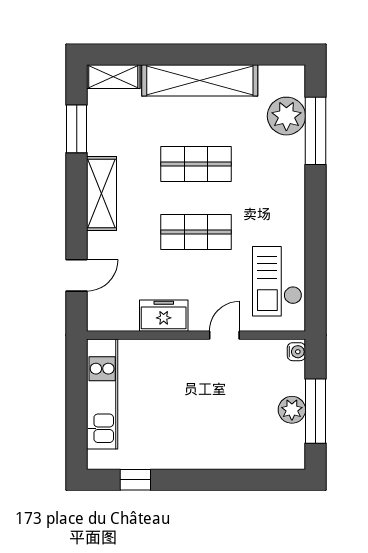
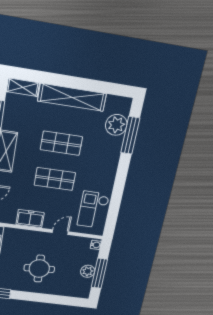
round table: (198, 416) -> (39, 269), added

